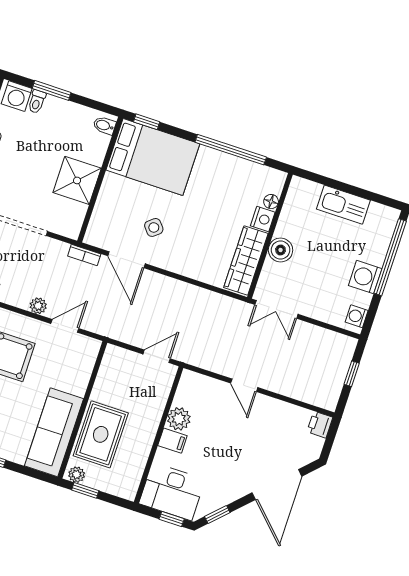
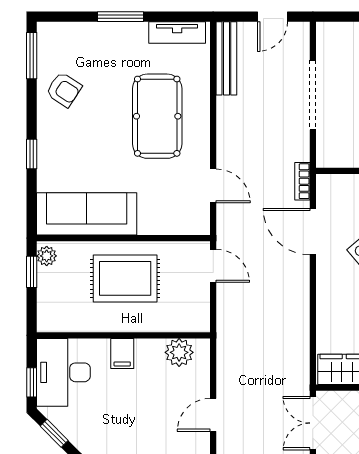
door: (127, 260) -> (313, 232), hinge flipped
plant: (38, 306) -> (226, 147), removed
door: (157, 356) -> (213, 266), moved
plant: (179, 419) -> (179, 352), moved
rug: (101, 434) -> (125, 278), moved

